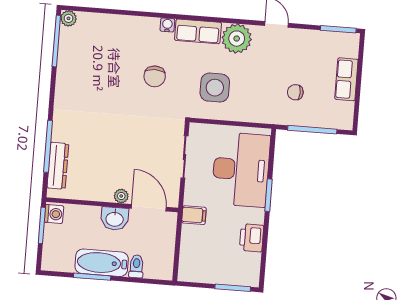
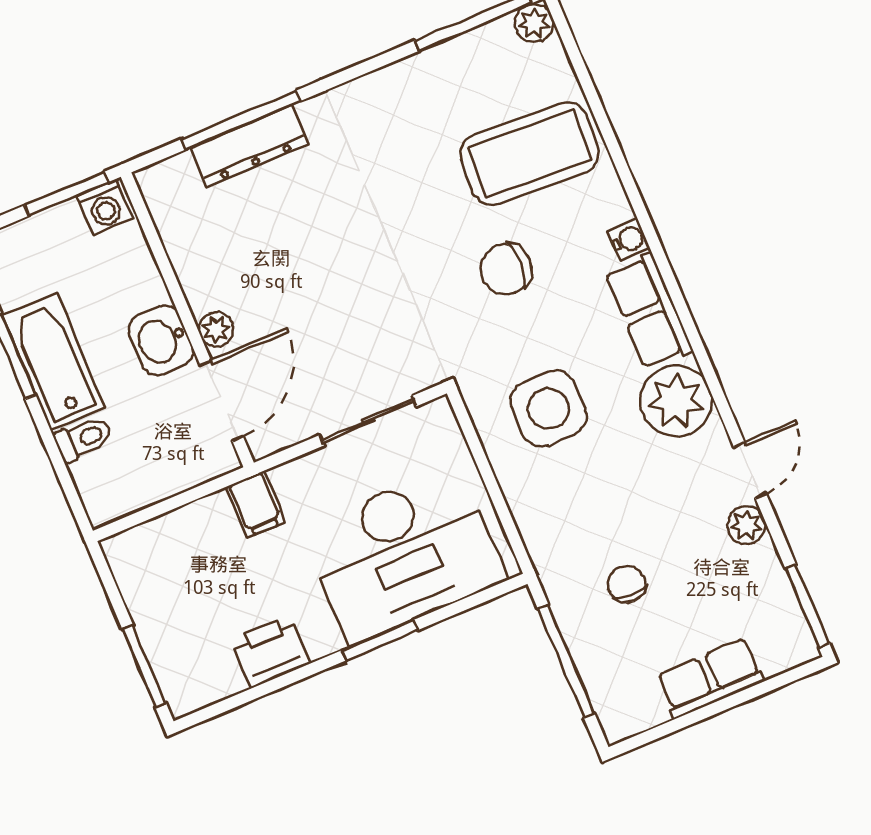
plant: (296, 36) -> (746, 525), added
coffee table: (116, 45) -> (529, 154), added
dresser: (58, 166) -> (249, 146), moved

